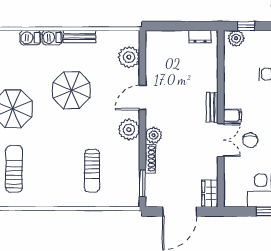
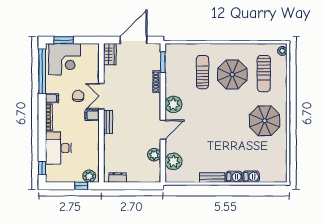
parasol: (72, 90) -> (232, 74), moved
plant: (154, 135) -> (154, 155), moved

